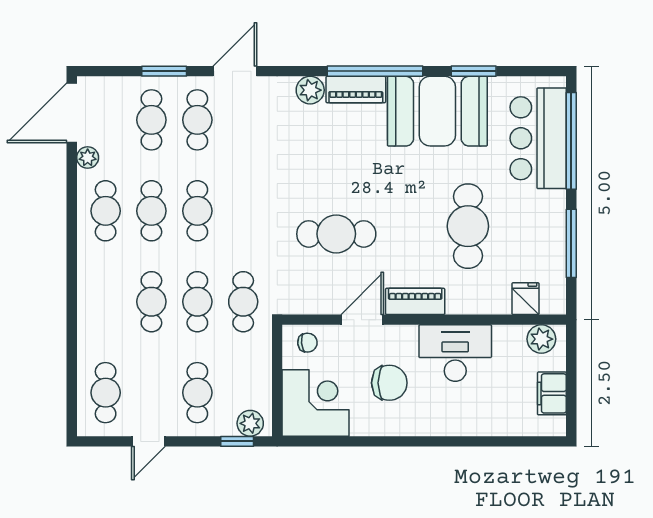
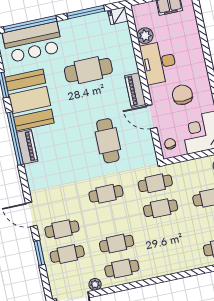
plant: (310, 90) -> (33, 171), removed
cafe table: (197, 211) -> (106, 194), moved
fridge: (525, 299) -> (118, 16), moved
cafe table: (151, 302) -> (166, 233), removed
plant: (541, 339) -> (145, 36), moved

